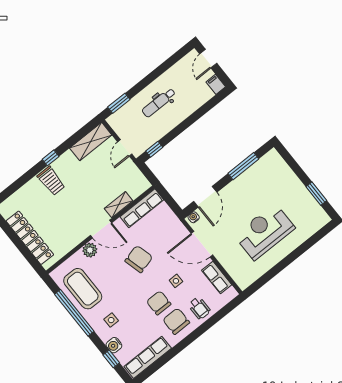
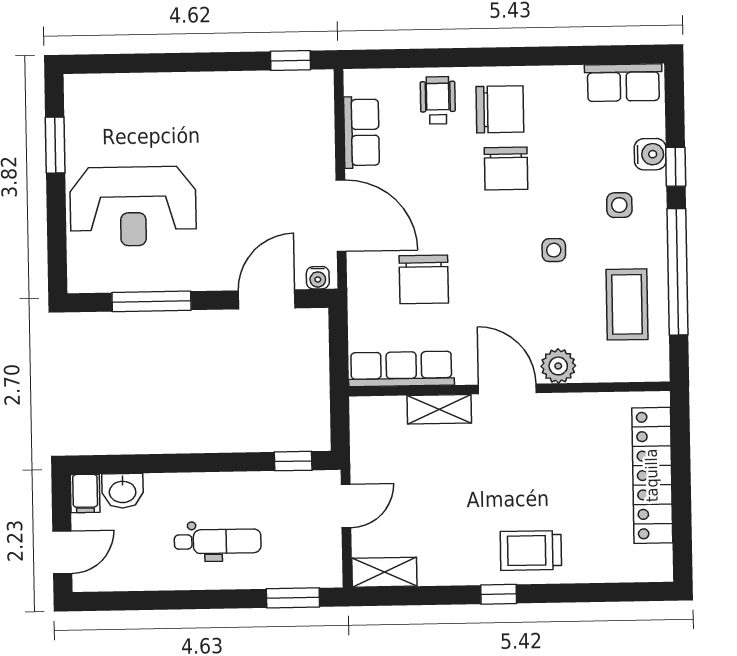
washbasin: (204, 95) -> (123, 491), added
shelving: (91, 141) -> (384, 572), width x0.67, depth x0.75
trolley: (51, 181) -> (531, 550), turned -90
reception desk: (265, 232) -> (133, 206), moved
chair: (139, 259) -> (424, 279), moved, turned -75
side table: (176, 281) -> (554, 250), moved
window: (259, 283) -> (290, 60), added
coffee table: (83, 289) -> (627, 304), width x0.73, depth x0.76
chair: (176, 321) -> (500, 109), turned -90
row of seats: (148, 357) -> (623, 83), width x0.68
window: (111, 359) -> (676, 167), moved

